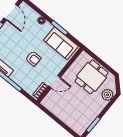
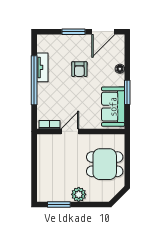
armchair: (33, 59) -> (79, 69), moved
door: (55, 82) -> (70, 131), swing flipped
plant: (107, 95) -> (79, 194), moved

